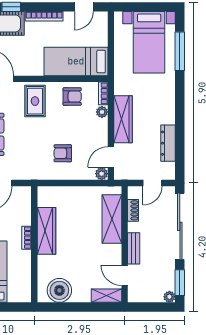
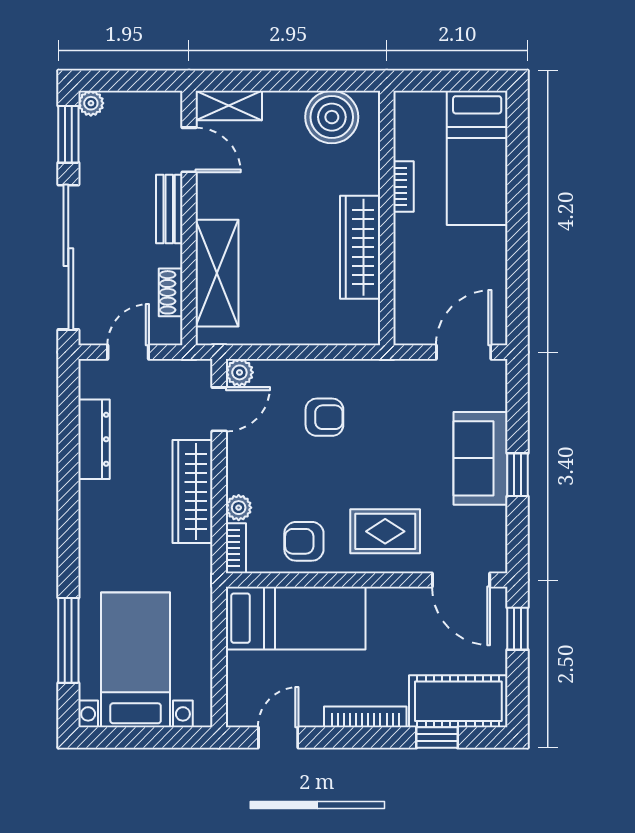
rug: (35, 101) -> (385, 531), turned 90
bookcase: (27, 238) -> (404, 187), moved

